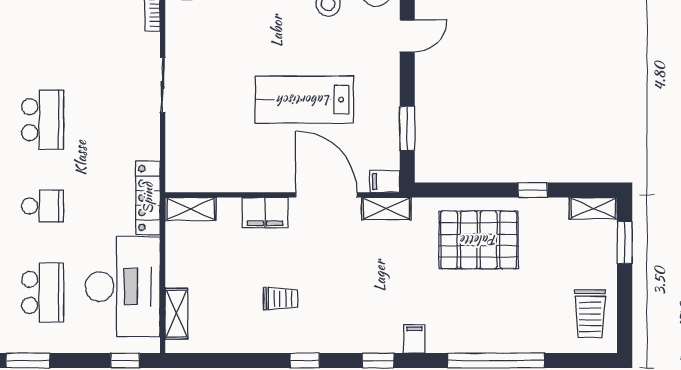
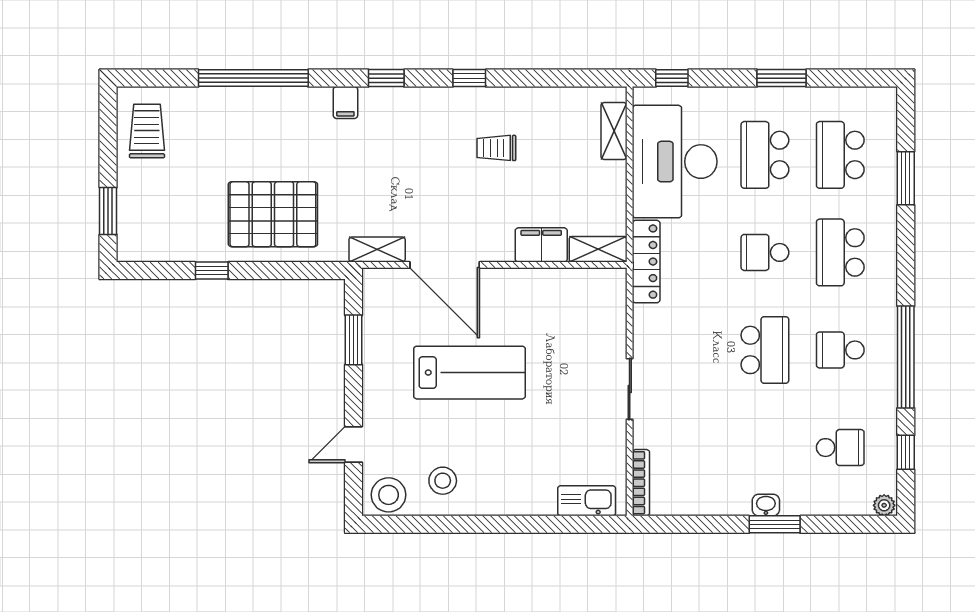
school desk: (43, 120) -> (765, 350), turned 180
filing cabinet: (385, 181) -> (379, 280), removed
shelving: (593, 208) -> (143, 250), removed
filing cabinet: (265, 213) -> (541, 245), moved

